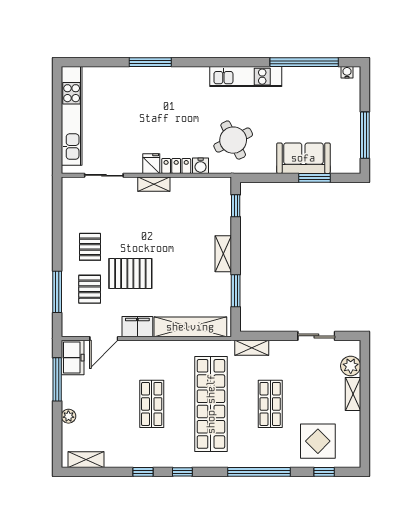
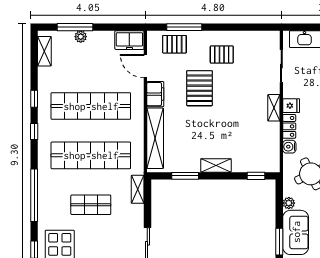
plant: (268, 166) -> (289, 203), added
pallet: (90, 289) -> (174, 44), moved
window: (57, 379) -> (75, 27), moved
shop shelf: (152, 404) -> (91, 106), width x2.00, depth x1.36

